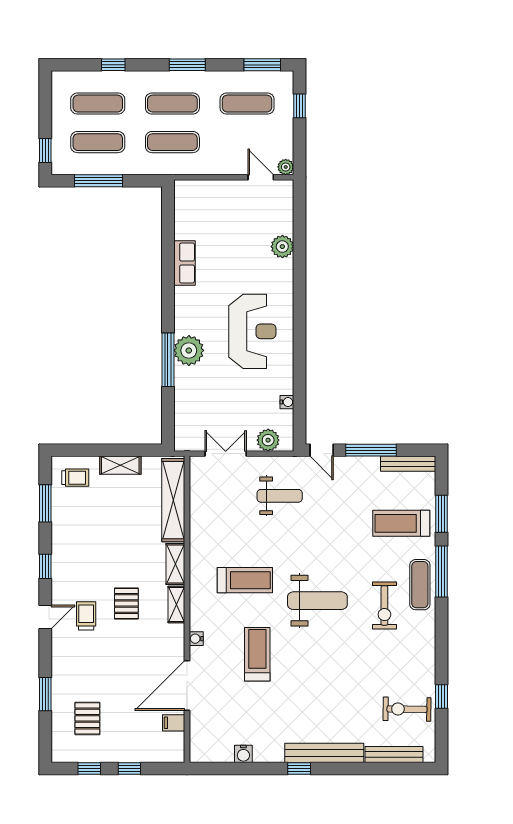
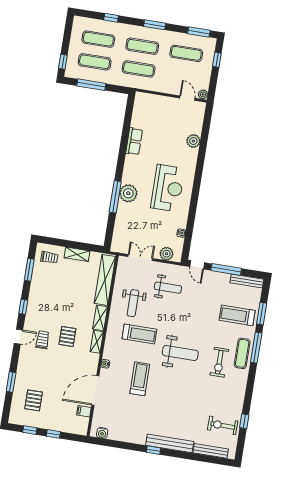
weight bench: (226, 531) -> (133, 303), added
water cooler: (243, 754) -> (102, 433), moved

